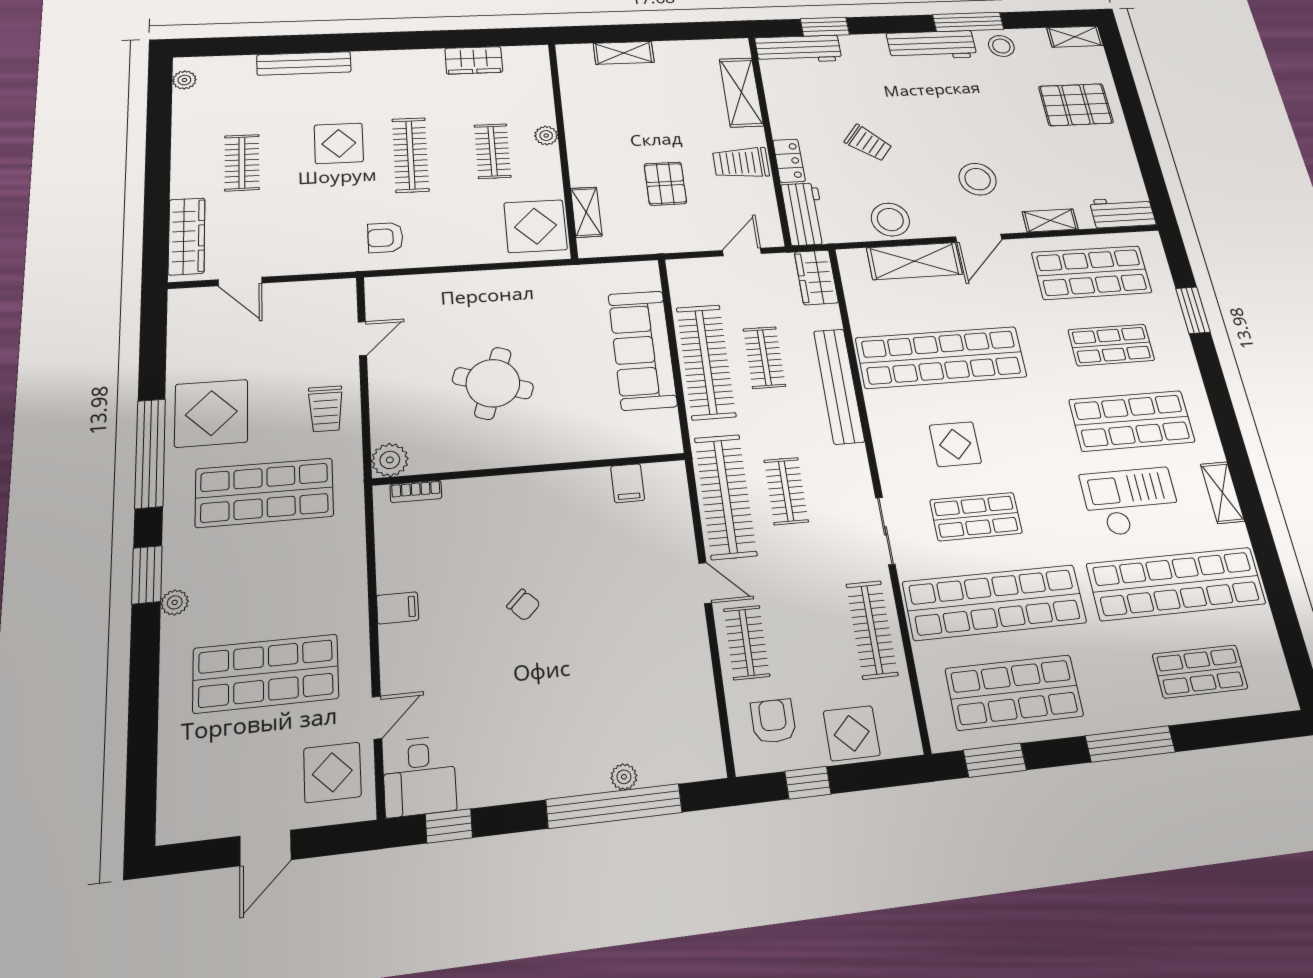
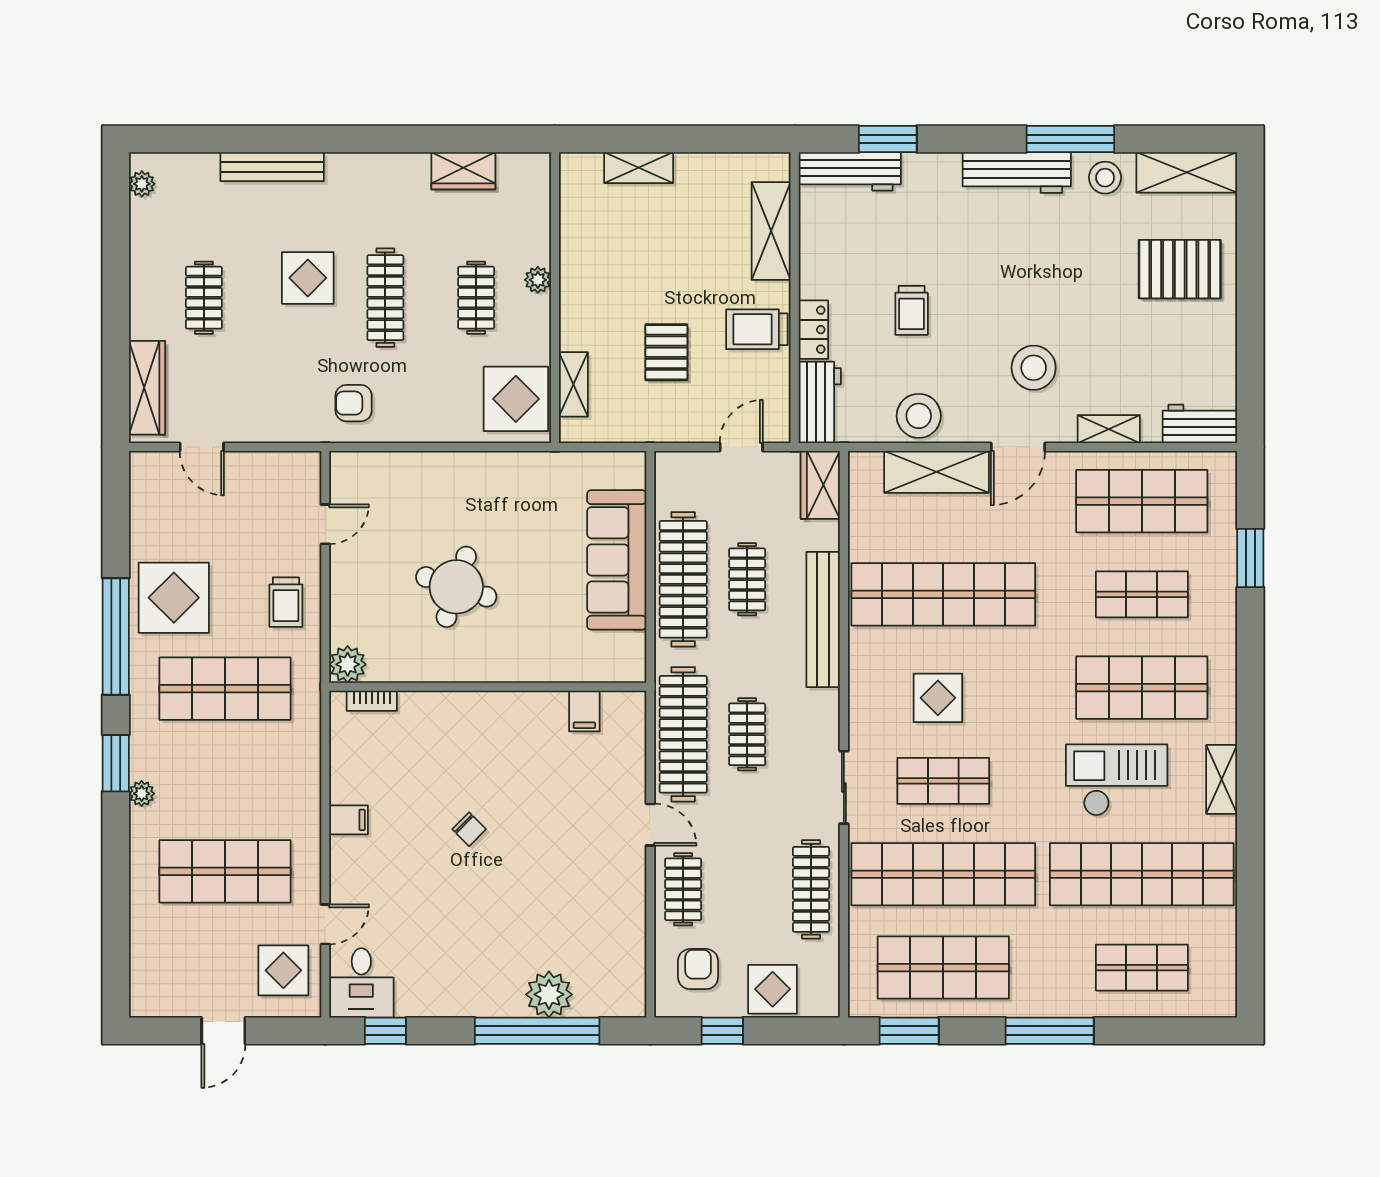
shelving: (1075, 37) -> (1187, 172), width x1.50, depth x1.33
trolley: (868, 143) -> (912, 310), turned 51
plant: (624, 777) -> (549, 994), width x1.87, depth x1.87

